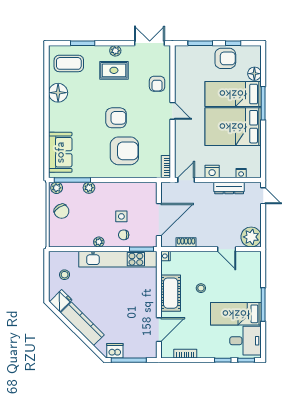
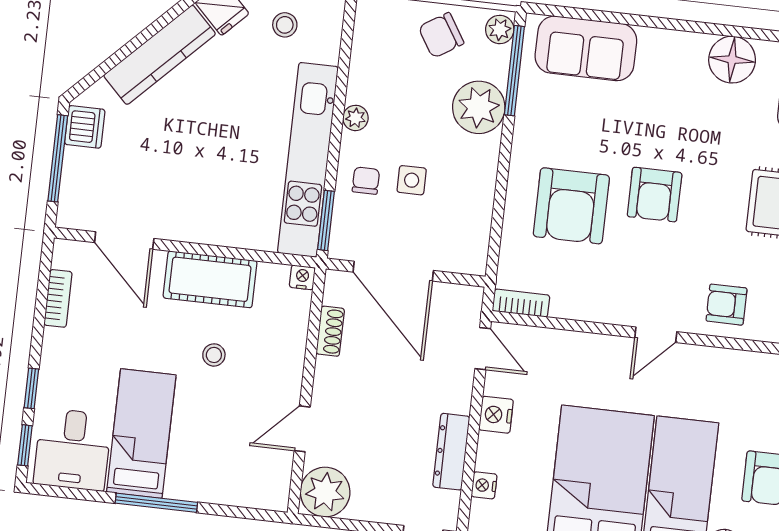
plant: (89, 188) -> (479, 107), width x1.88, depth x1.88

